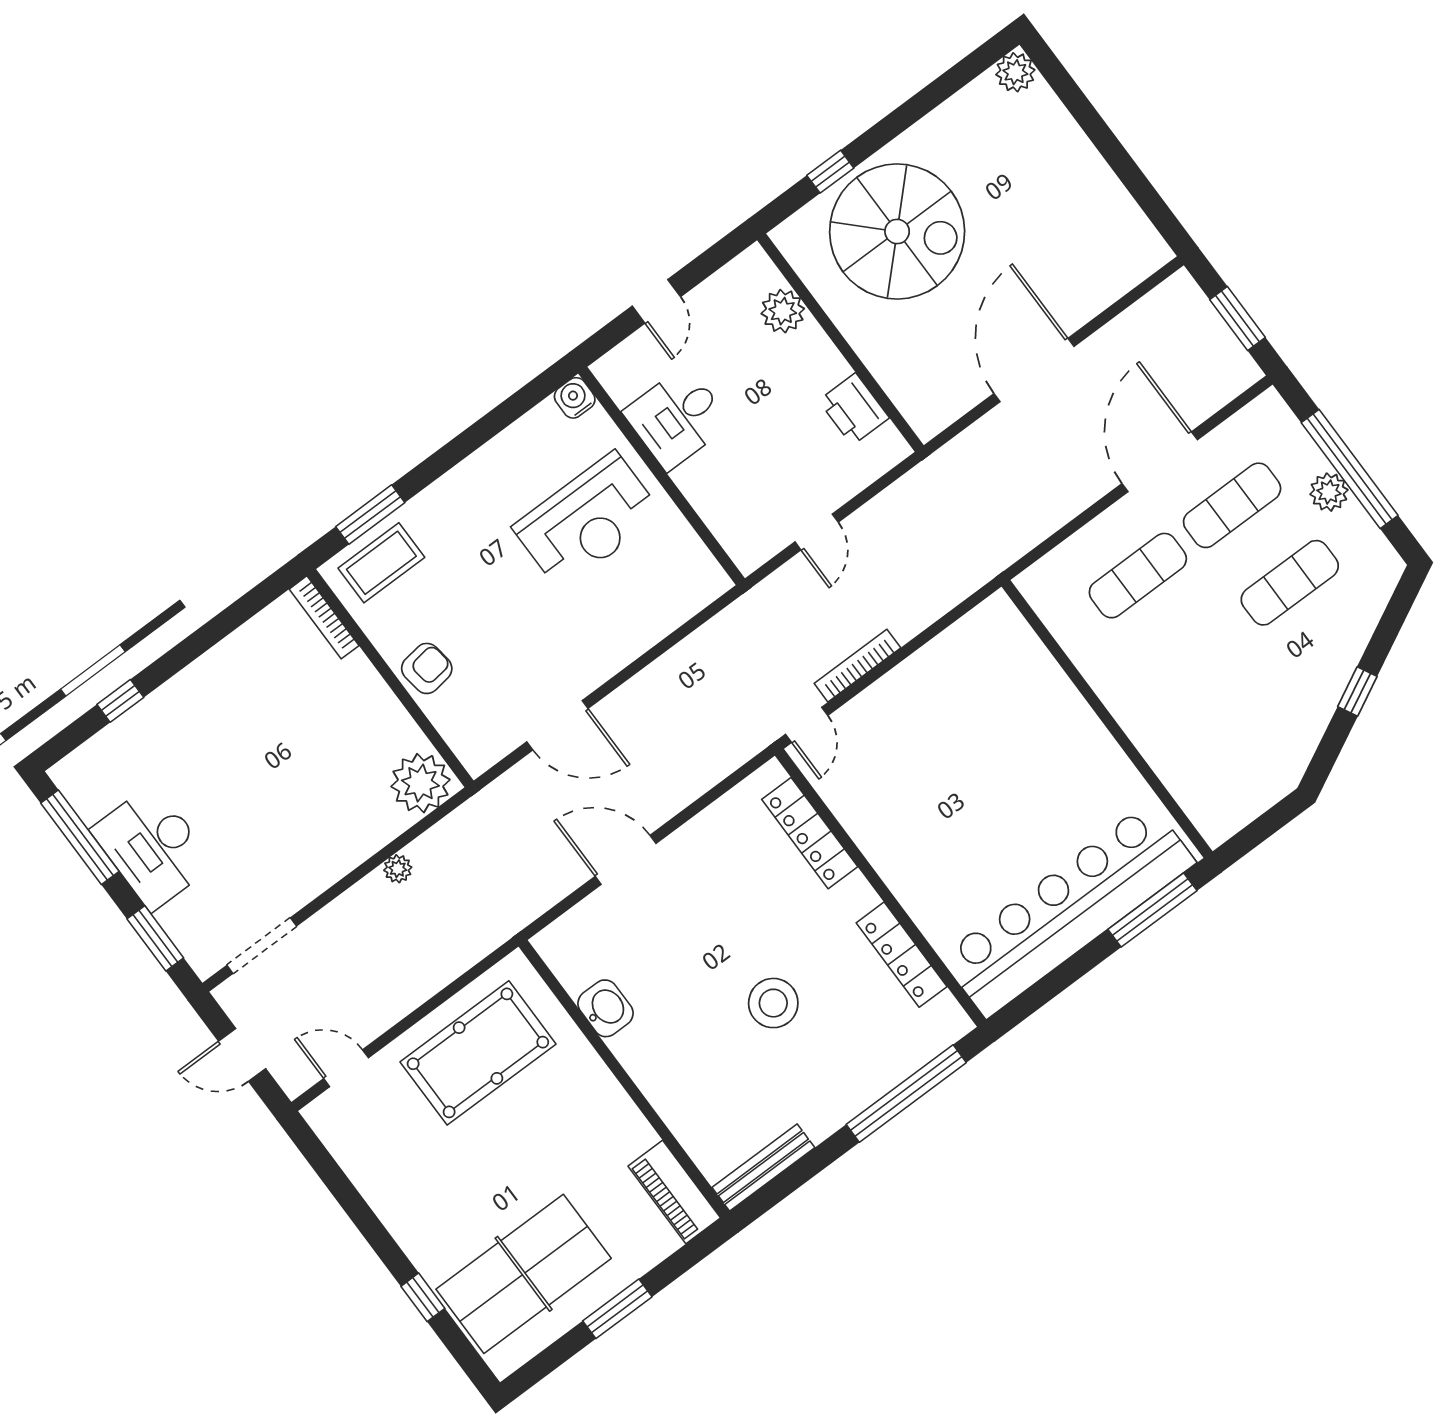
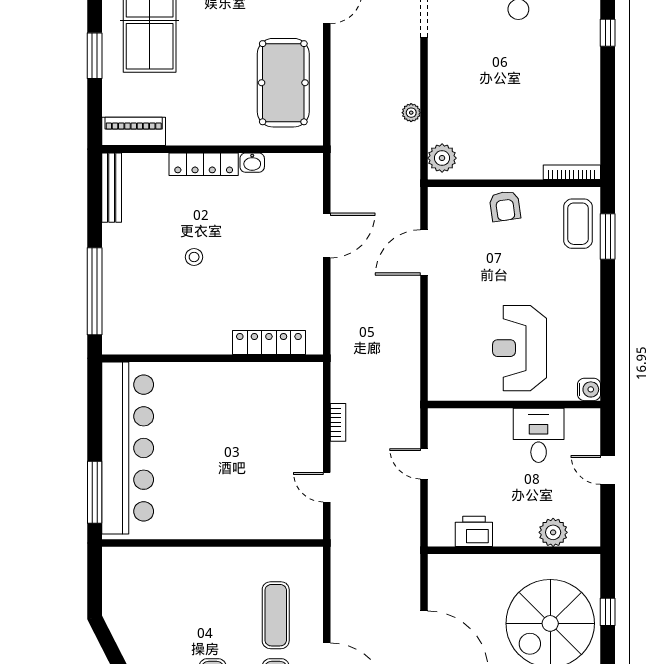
bookcase: (857, 666) -> (338, 422), width x0.64
door: (807, 725) -> (327, 487), moved
plant: (420, 783) -> (442, 158), width x0.73, depth x0.73
locker: (902, 955) -> (204, 164), moved, turned 180
stool: (773, 1003) -> (194, 257), width x0.53, depth x0.53
washbasin: (605, 1008) -> (252, 163), width x0.72, depth x0.69

